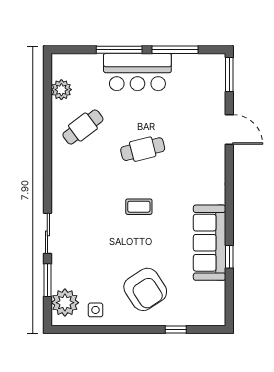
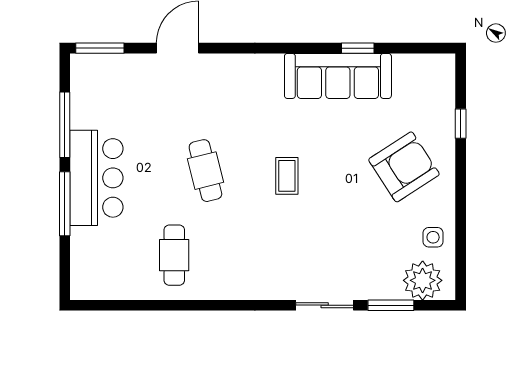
plant: (61, 90) -> (121, 286), removed
cafe table: (83, 127) -> (174, 255), turned 37

